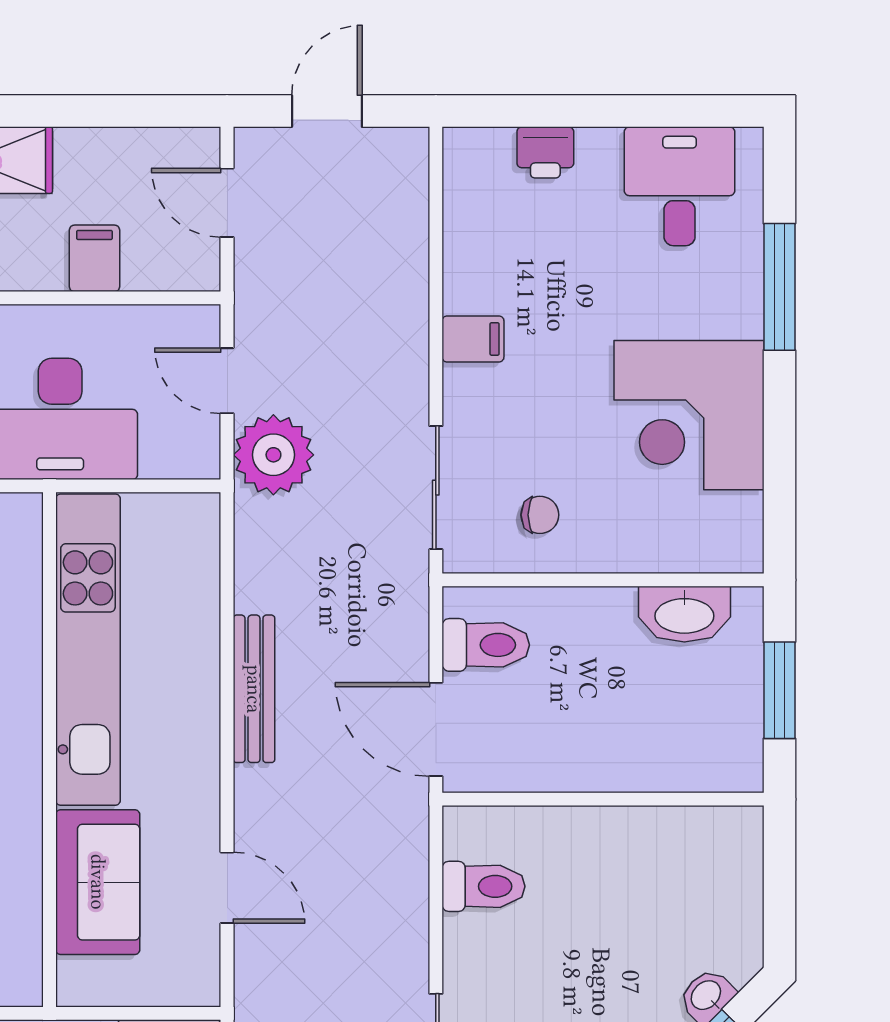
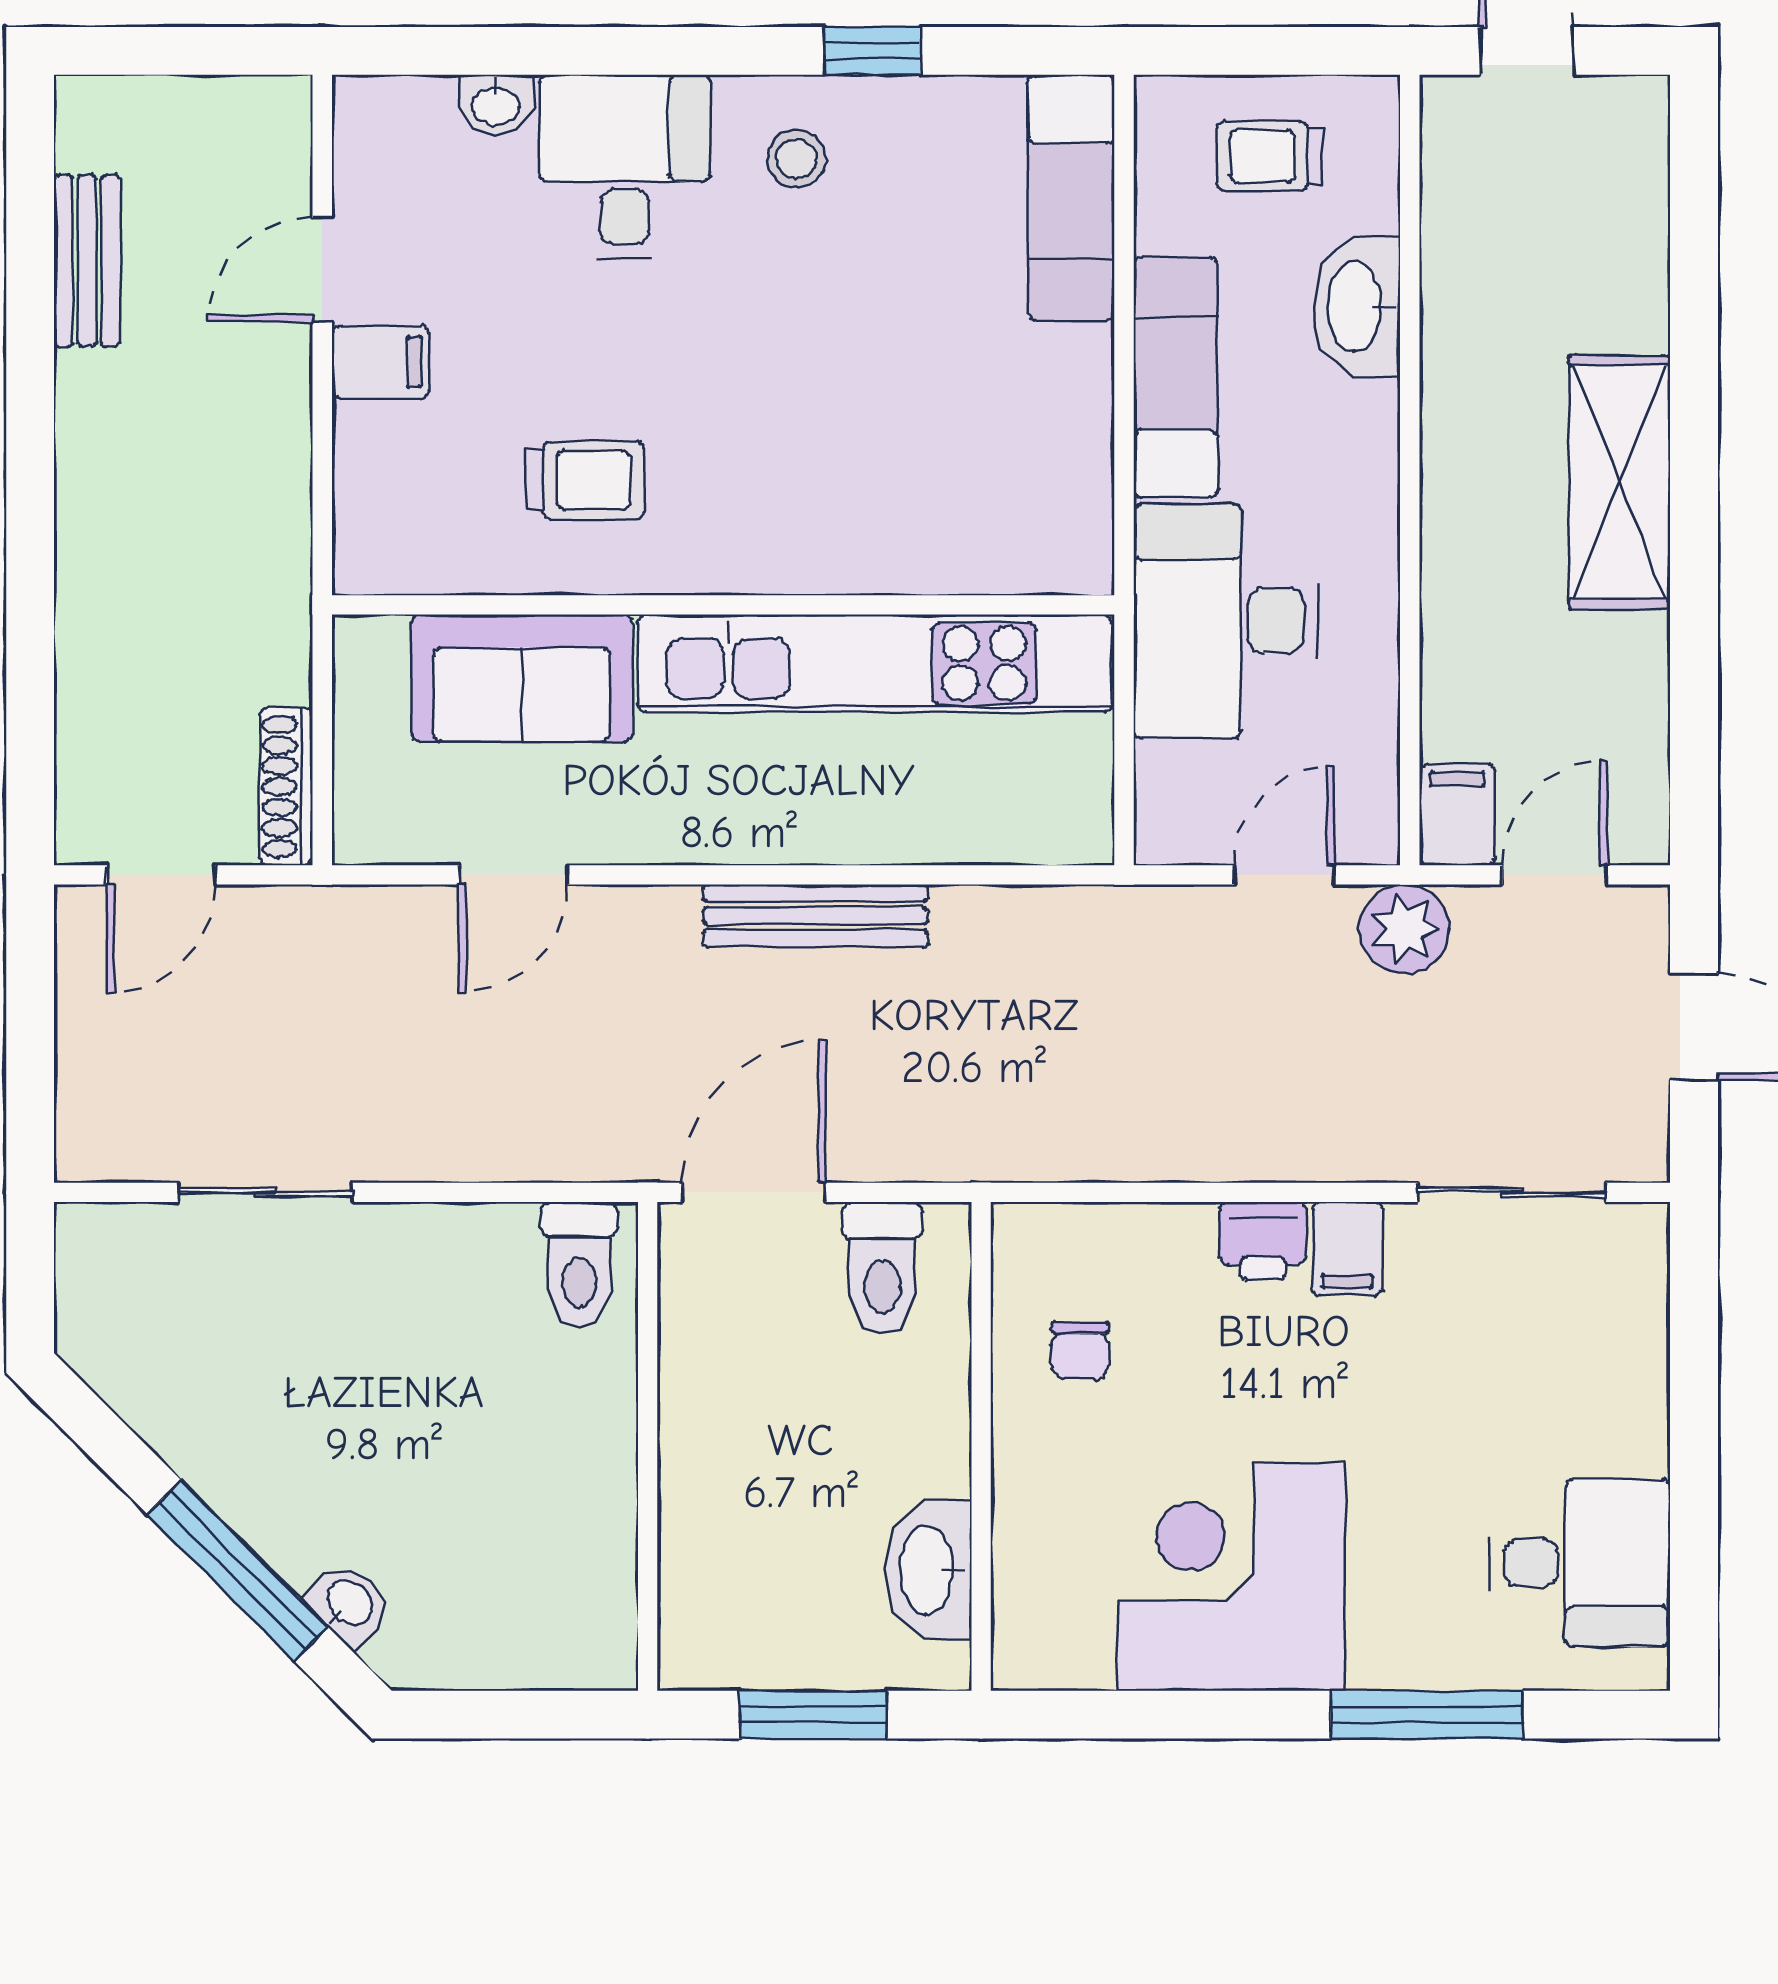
printer: (545, 152) -> (1263, 1241), moved, turned -90
filing cabinet: (94, 258) -> (1457, 815), moved, turned -90
plant: (273, 455) -> (1404, 929), moved, width x0.73, depth x0.73
sliding door: (436, 488) -> (1512, 1192), moved
toilet: (484, 886) -> (579, 1265), moved

